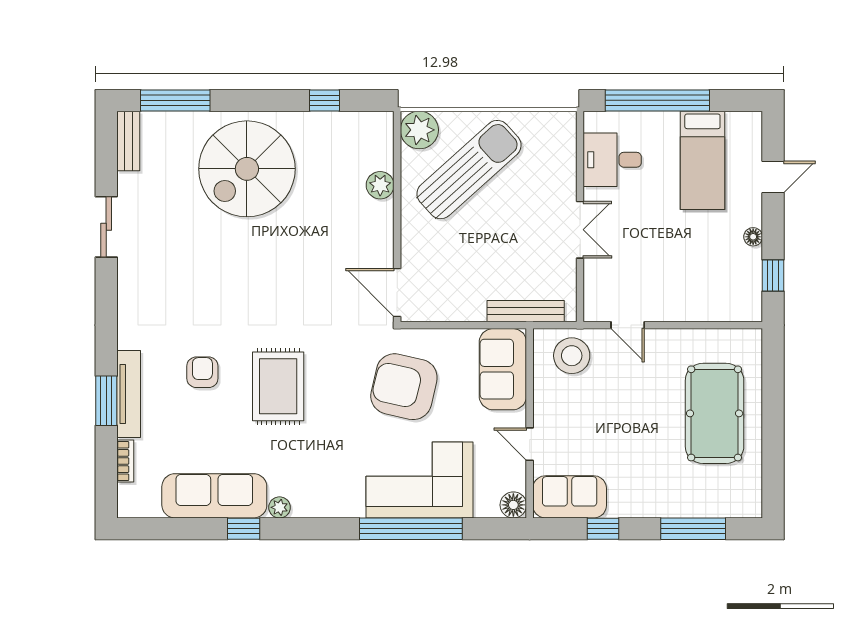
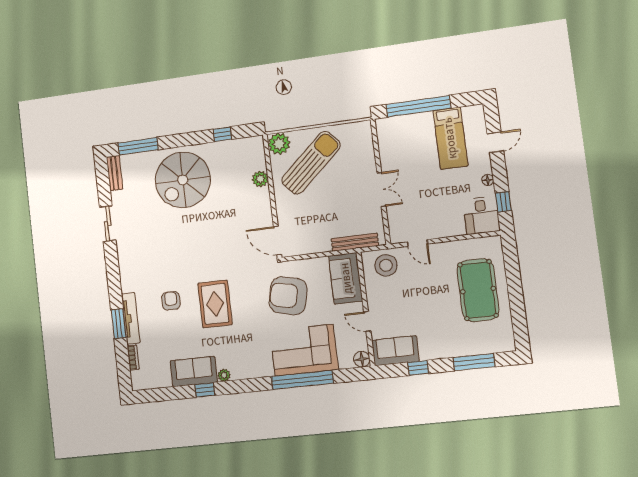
desk: (612, 160) -> (481, 215), moved, turned -90
sofa: (214, 496) -> (194, 372), width x0.73

